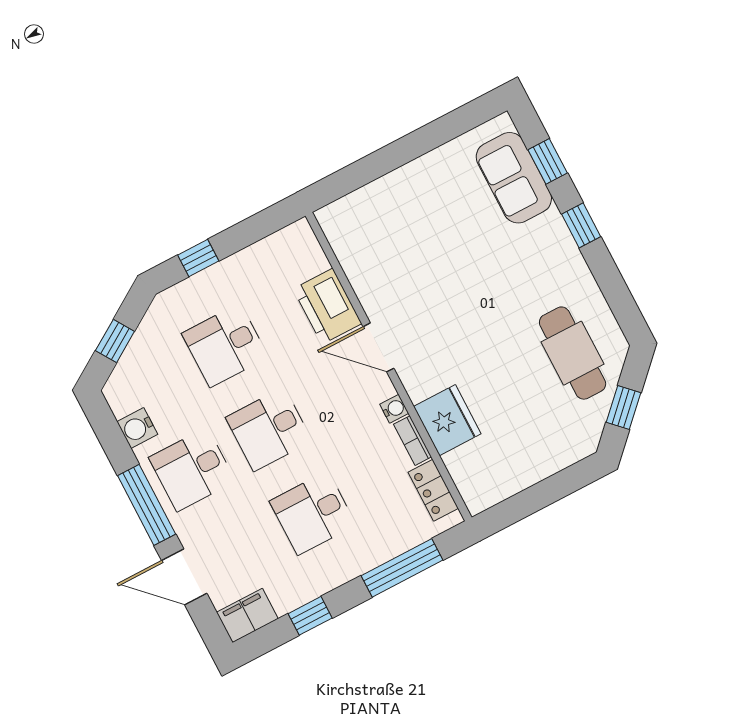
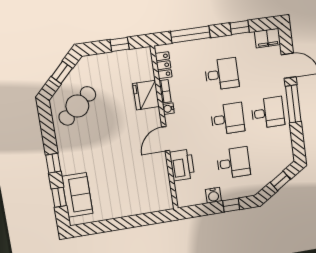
door: (379, 347) -> (166, 139), swing flipped
cafe table: (573, 353) -> (77, 106), turned 50
water cooler: (137, 428) -> (213, 195), moved, turned 90
window: (532, 500) -> (120, 44), added

